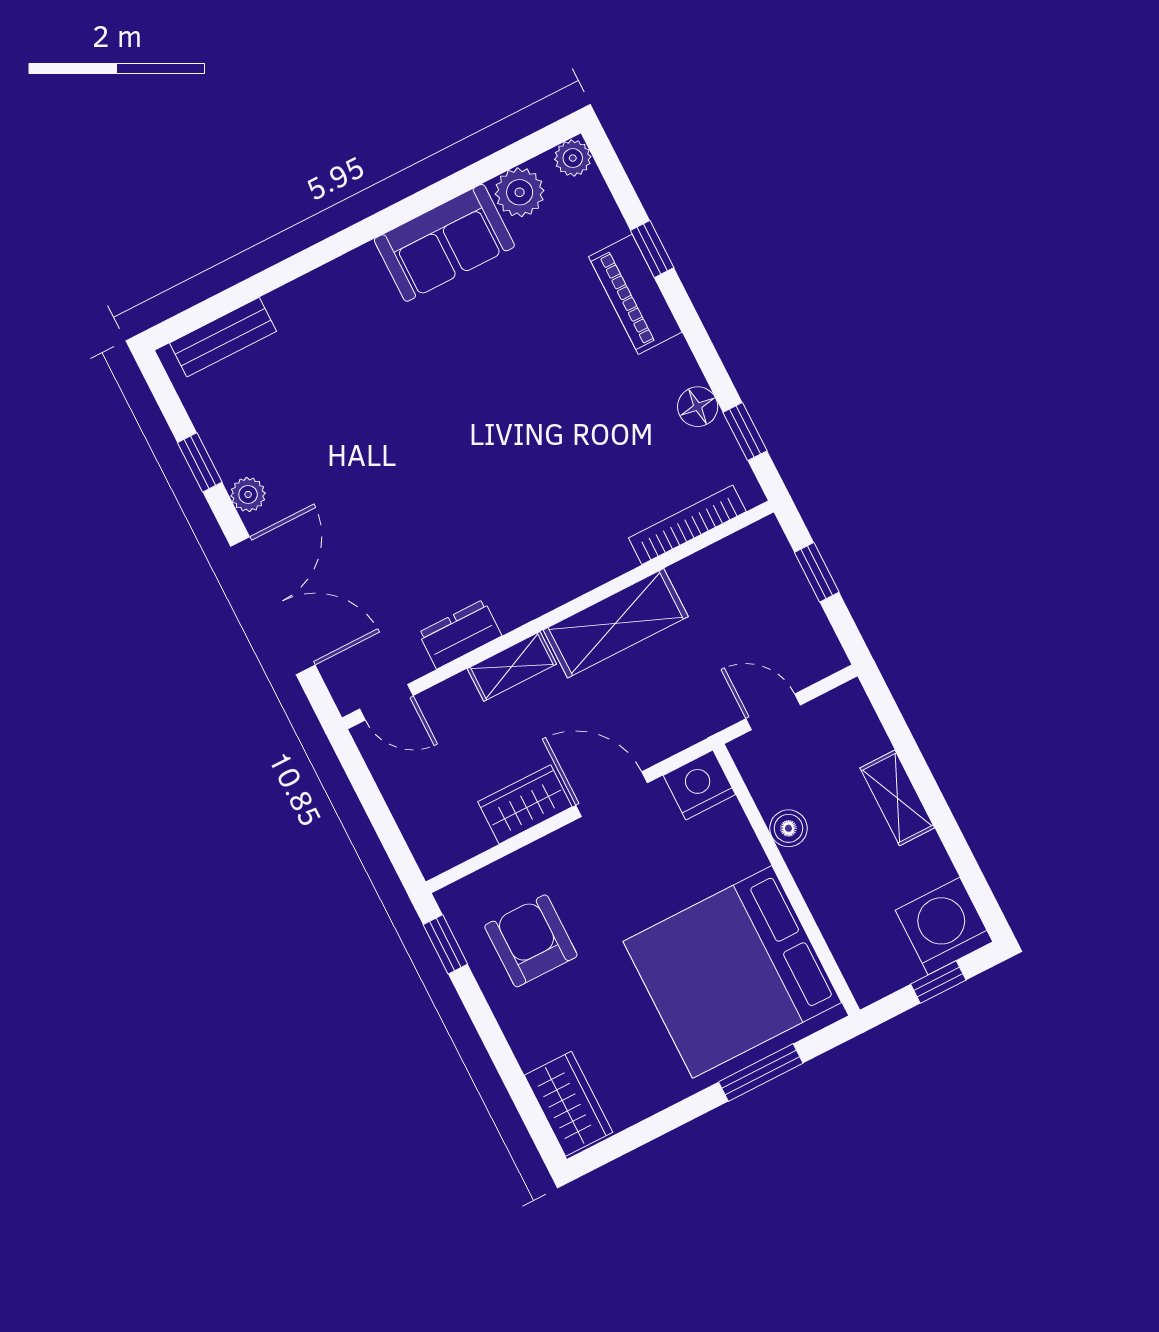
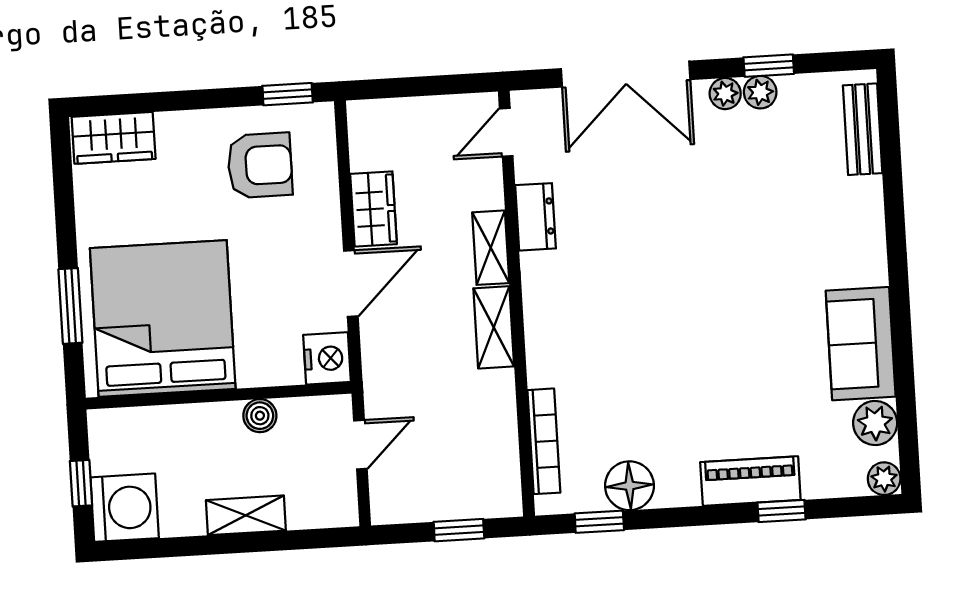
floor lamp: (698, 407) -> (629, 486), width x1.38, depth x1.38
plant: (231, 459) -> (760, 92), added
shelving: (616, 623) -> (494, 327), width x0.67, depth x0.75

